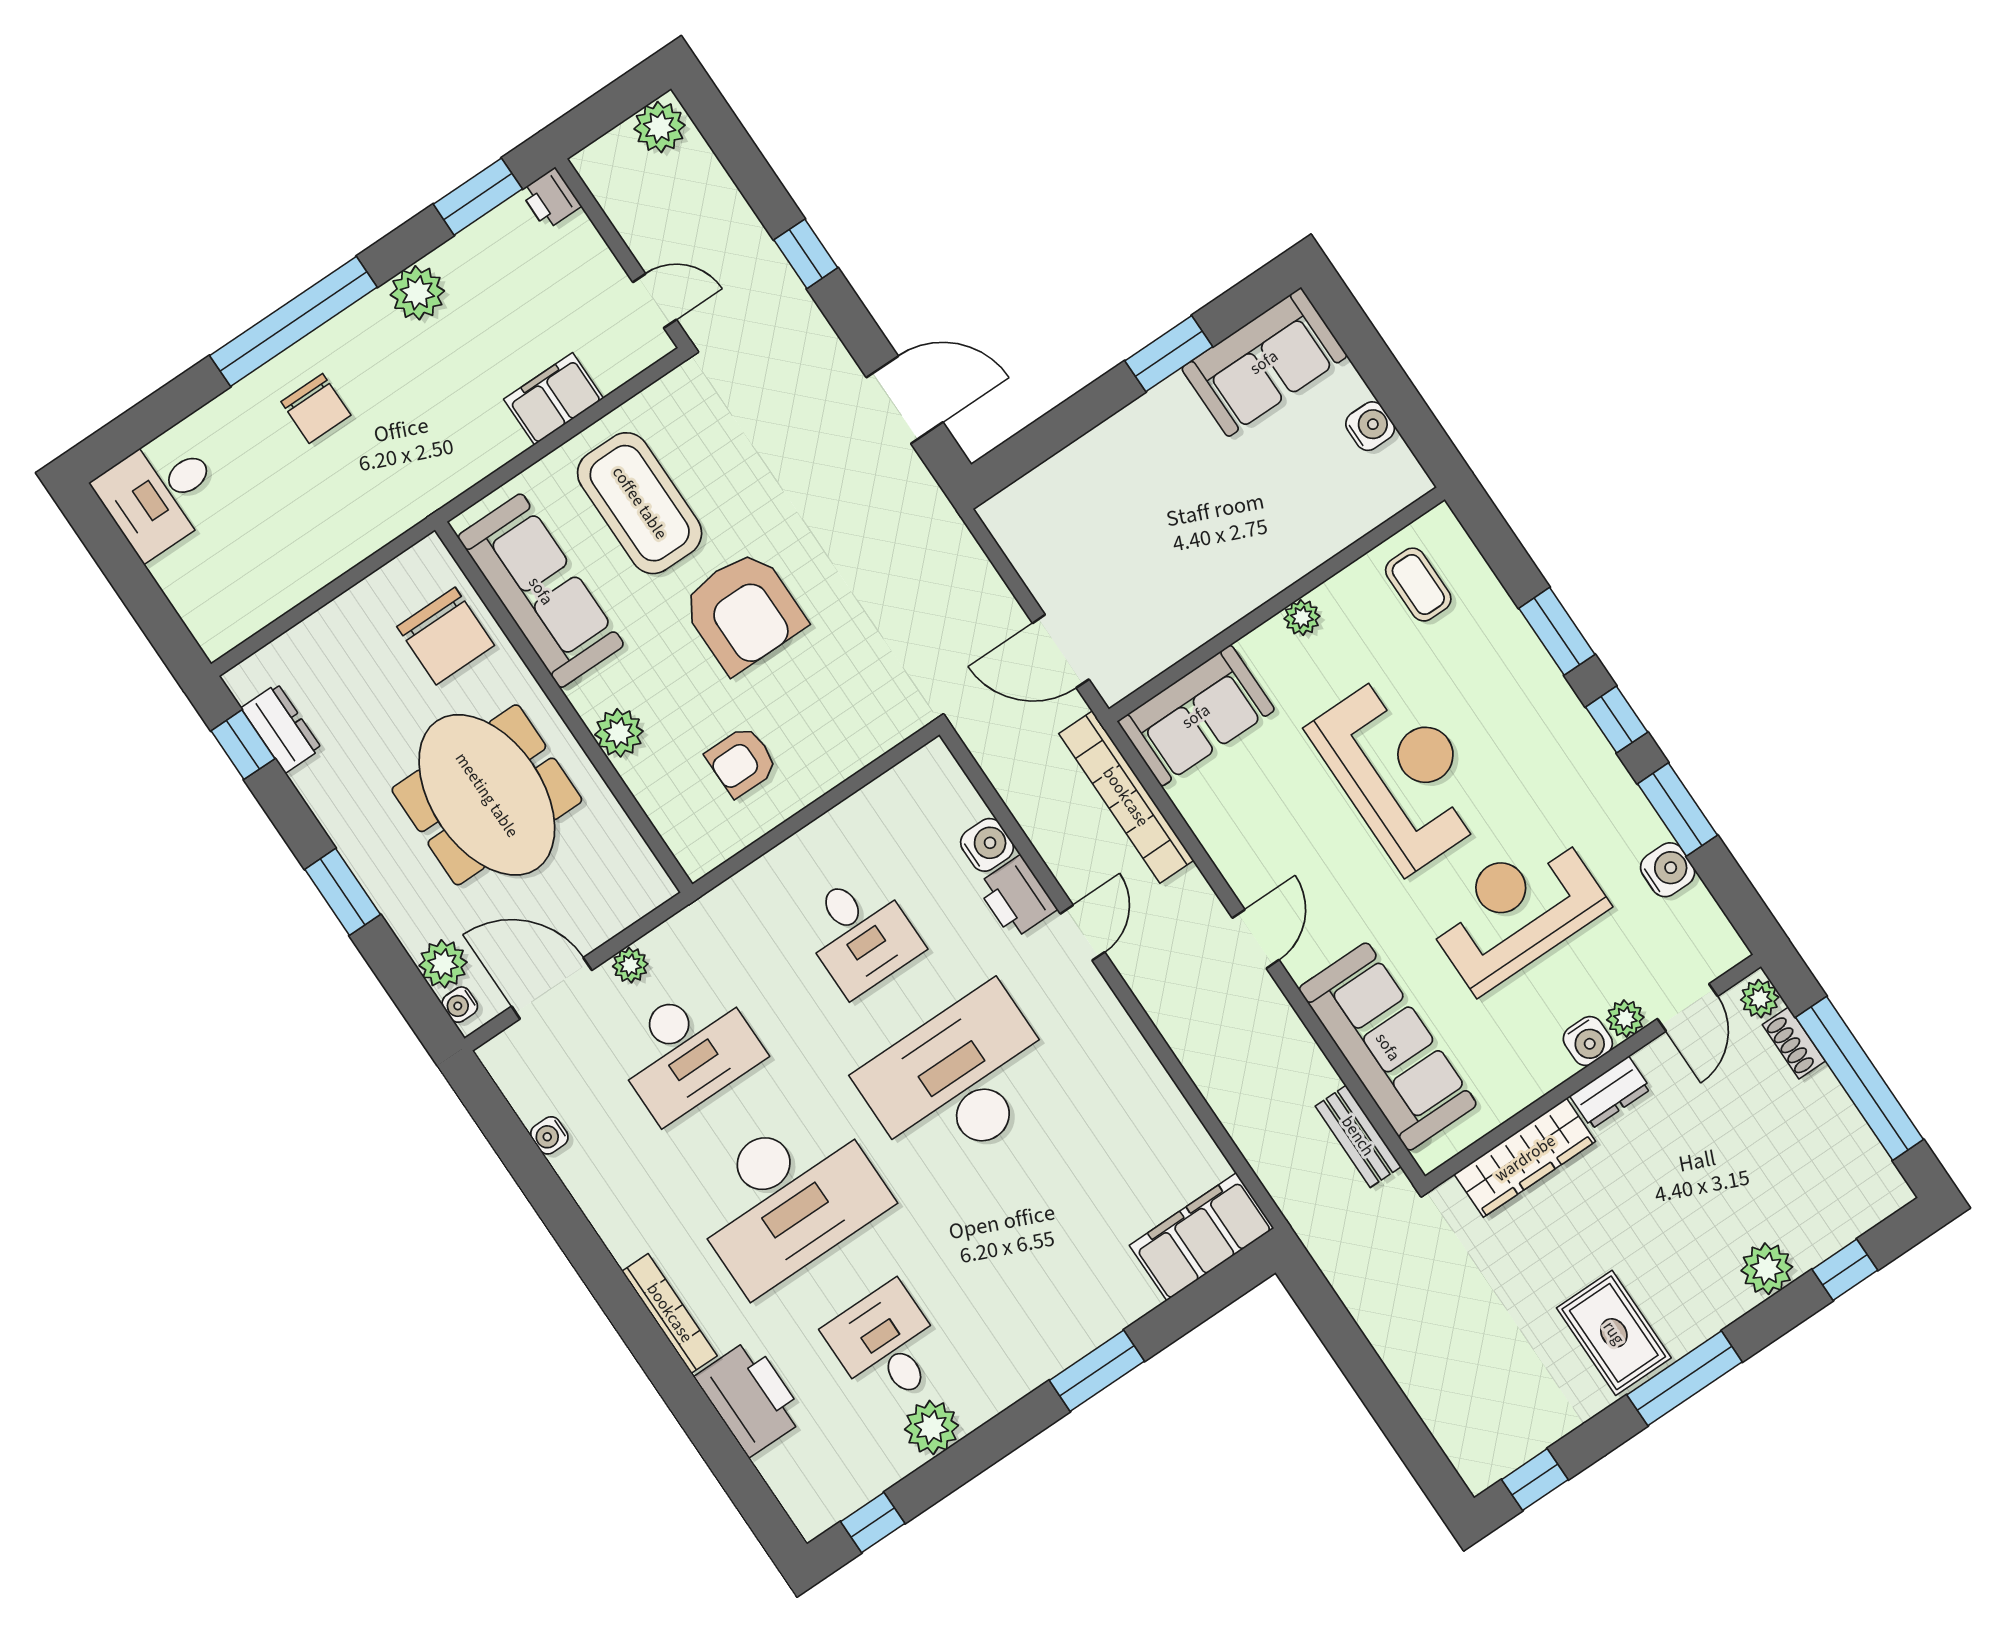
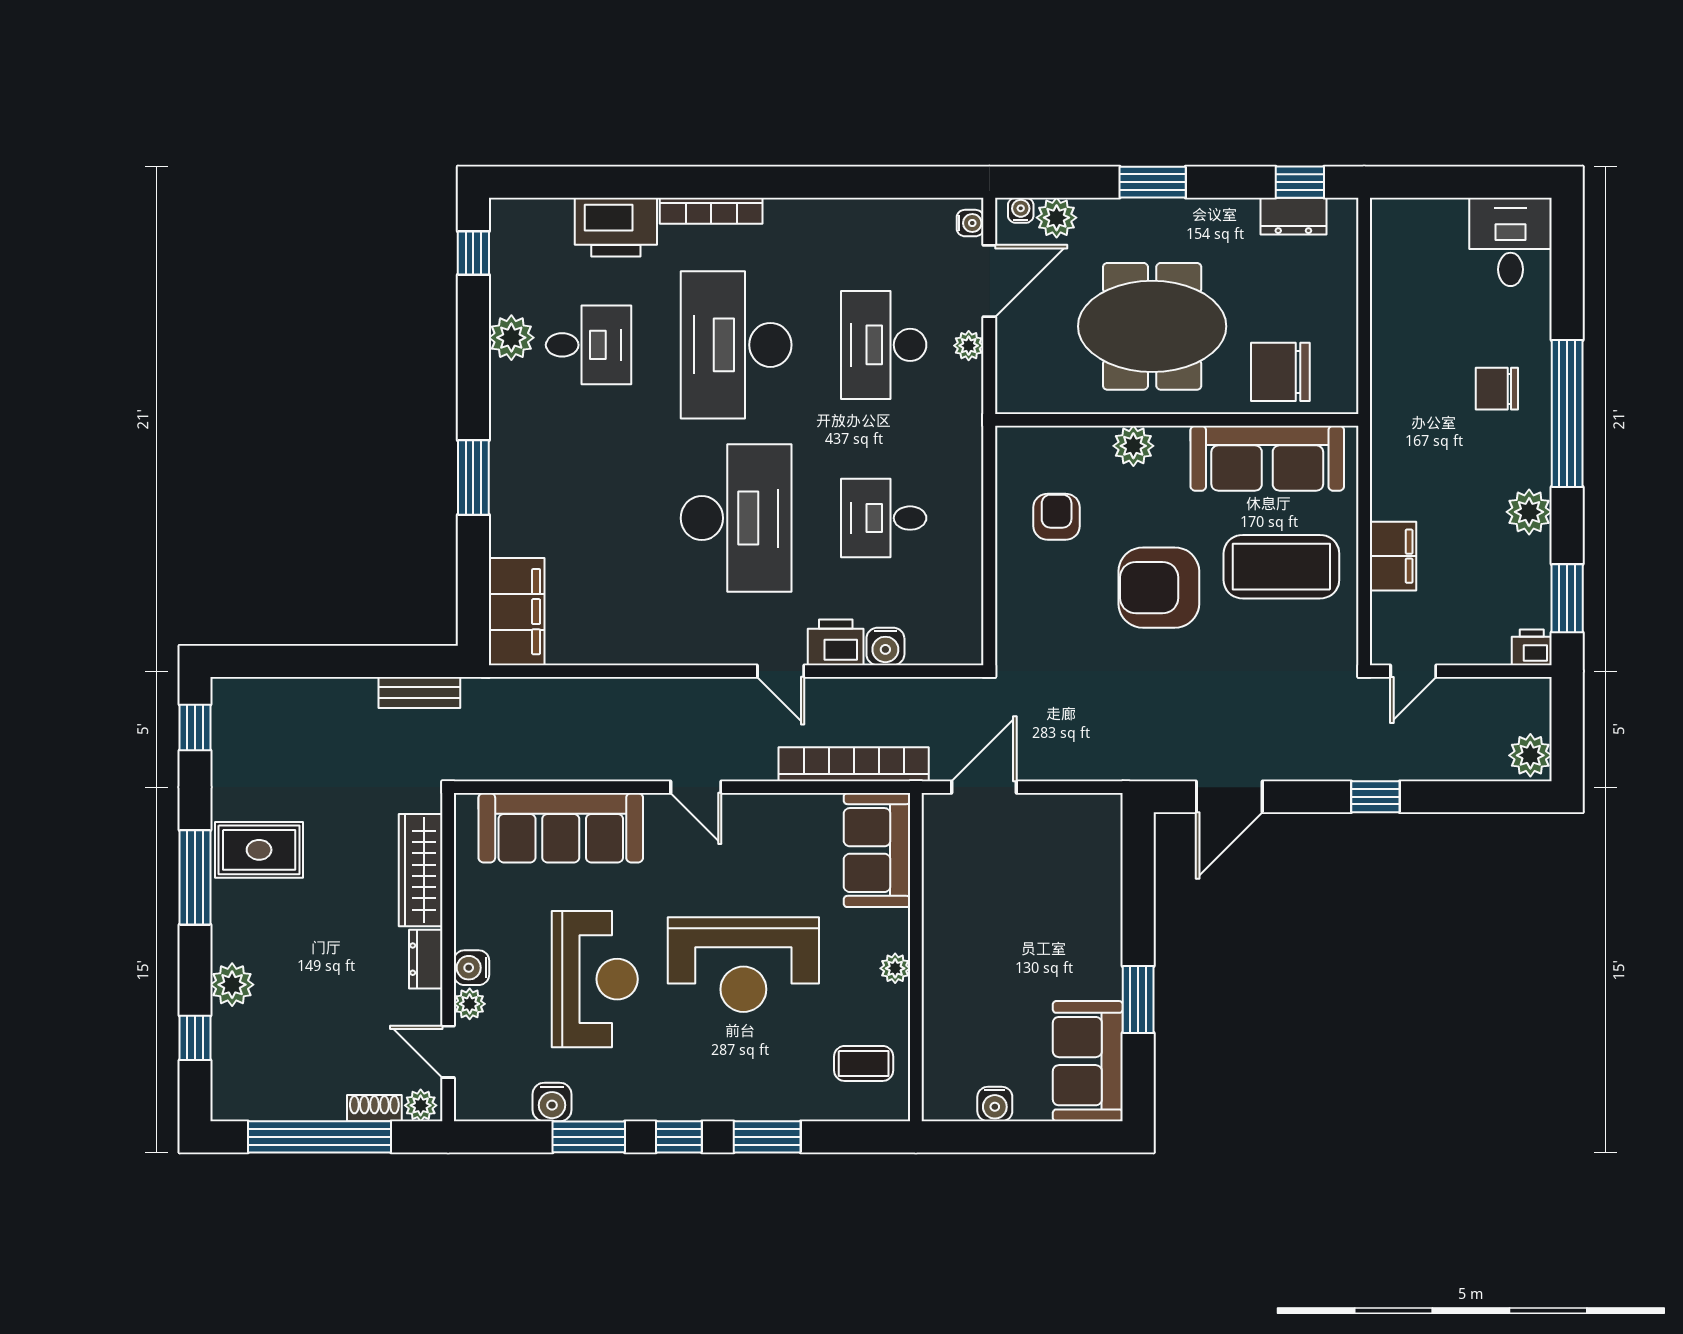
water cooler: (549, 1135) -> (970, 223), moved, turned 90
bench: (1358, 1136) -> (419, 692), moved

